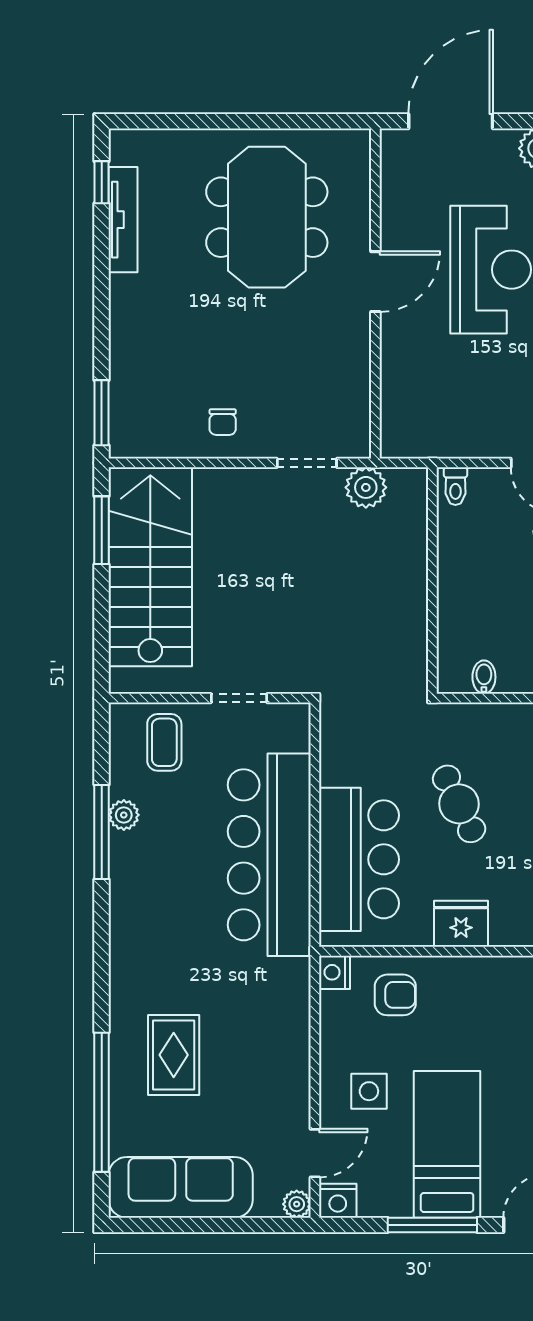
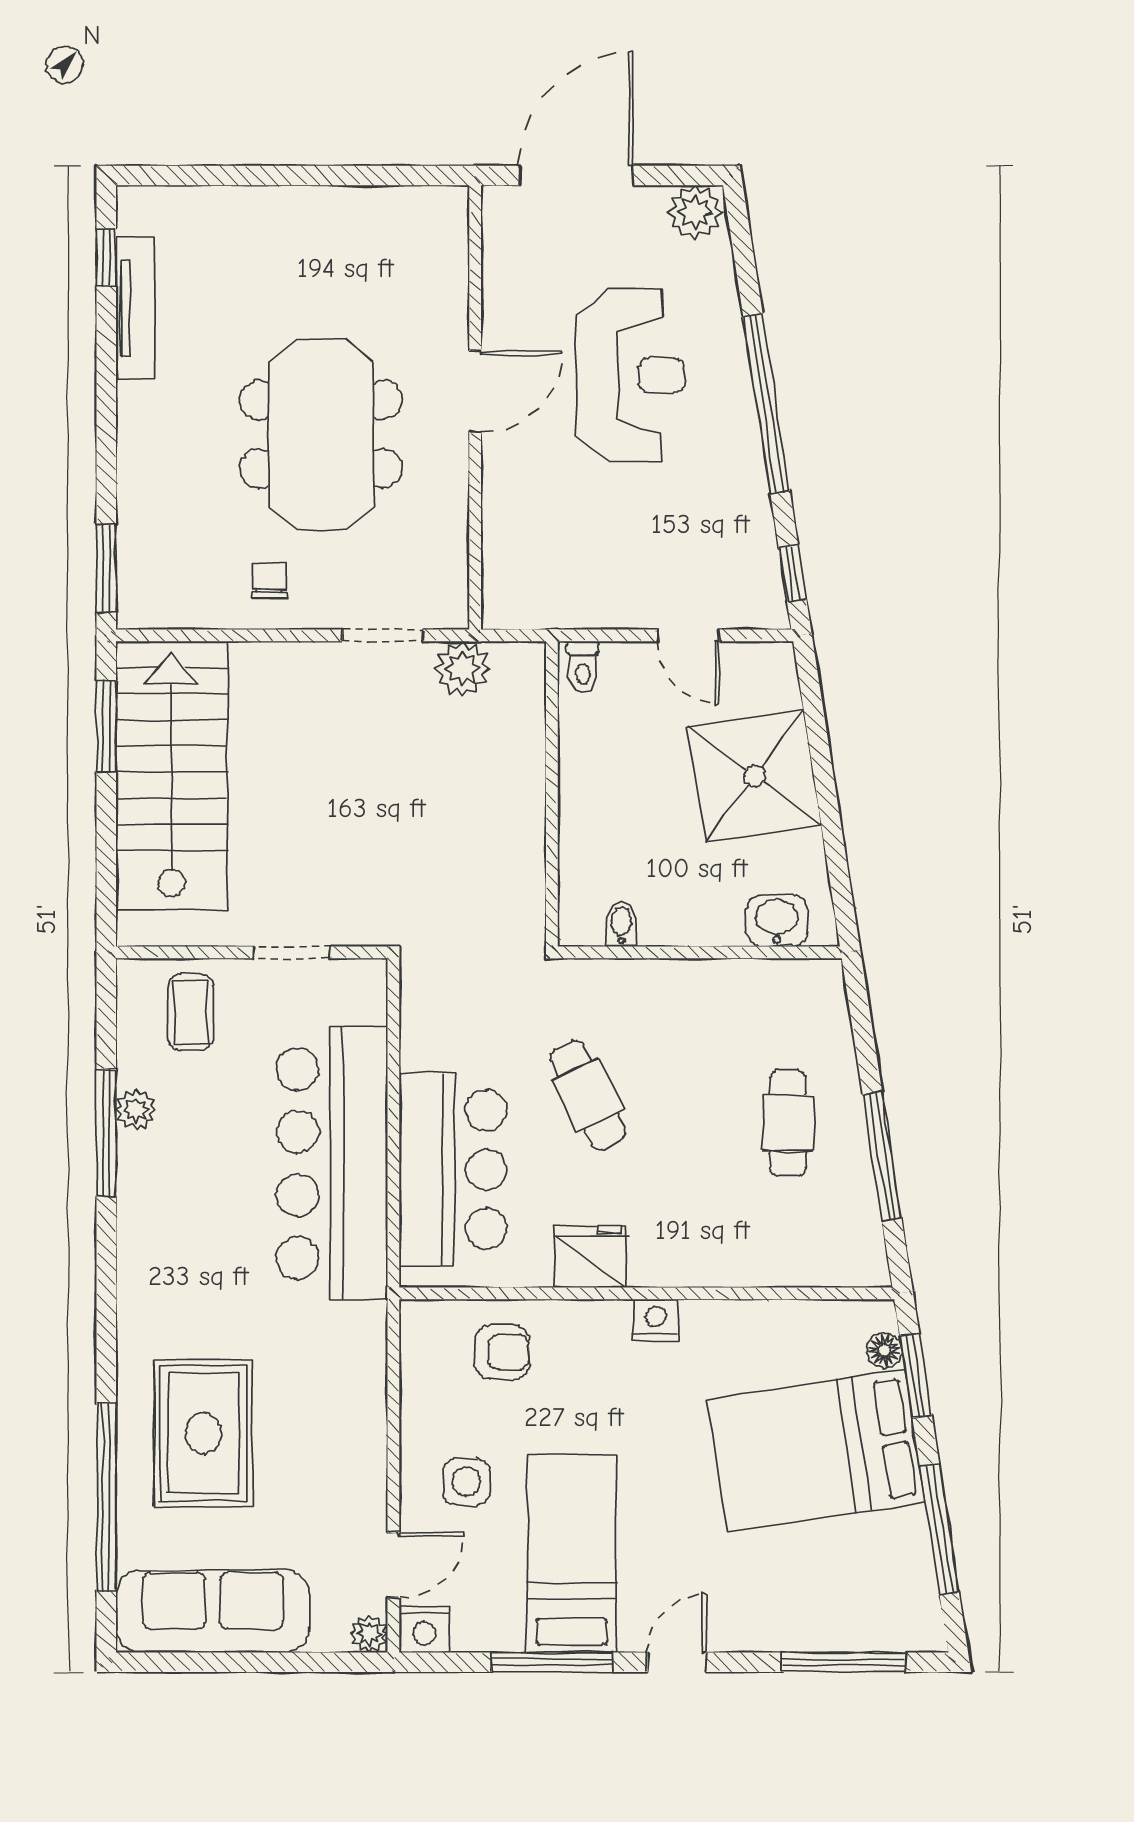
meeting table: (267, 217) -> (321, 434), moved
chair: (223, 422) -> (269, 581), turned 180
nightstand: (335, 972) -> (656, 1320), moved, turned 90
rug: (174, 1055) -> (203, 1433), width x1.36, depth x1.43

